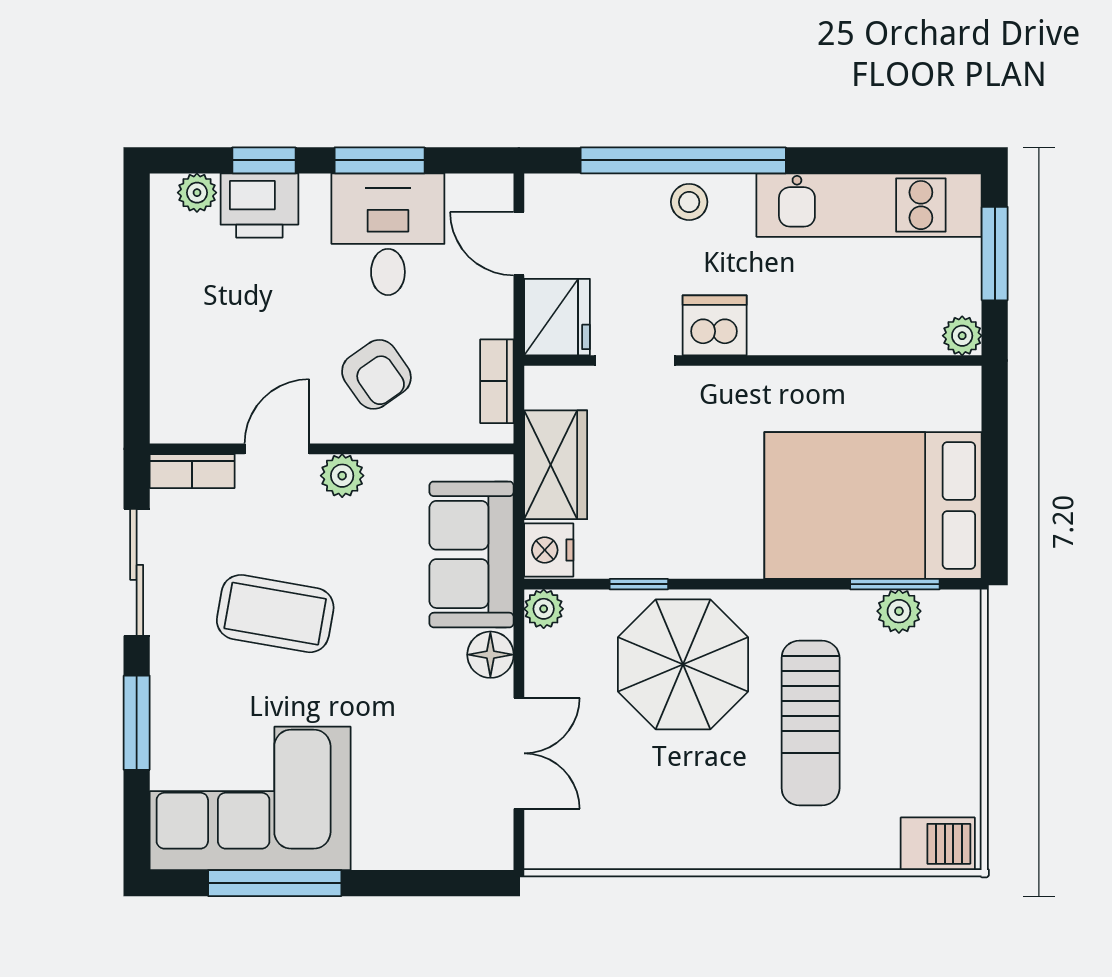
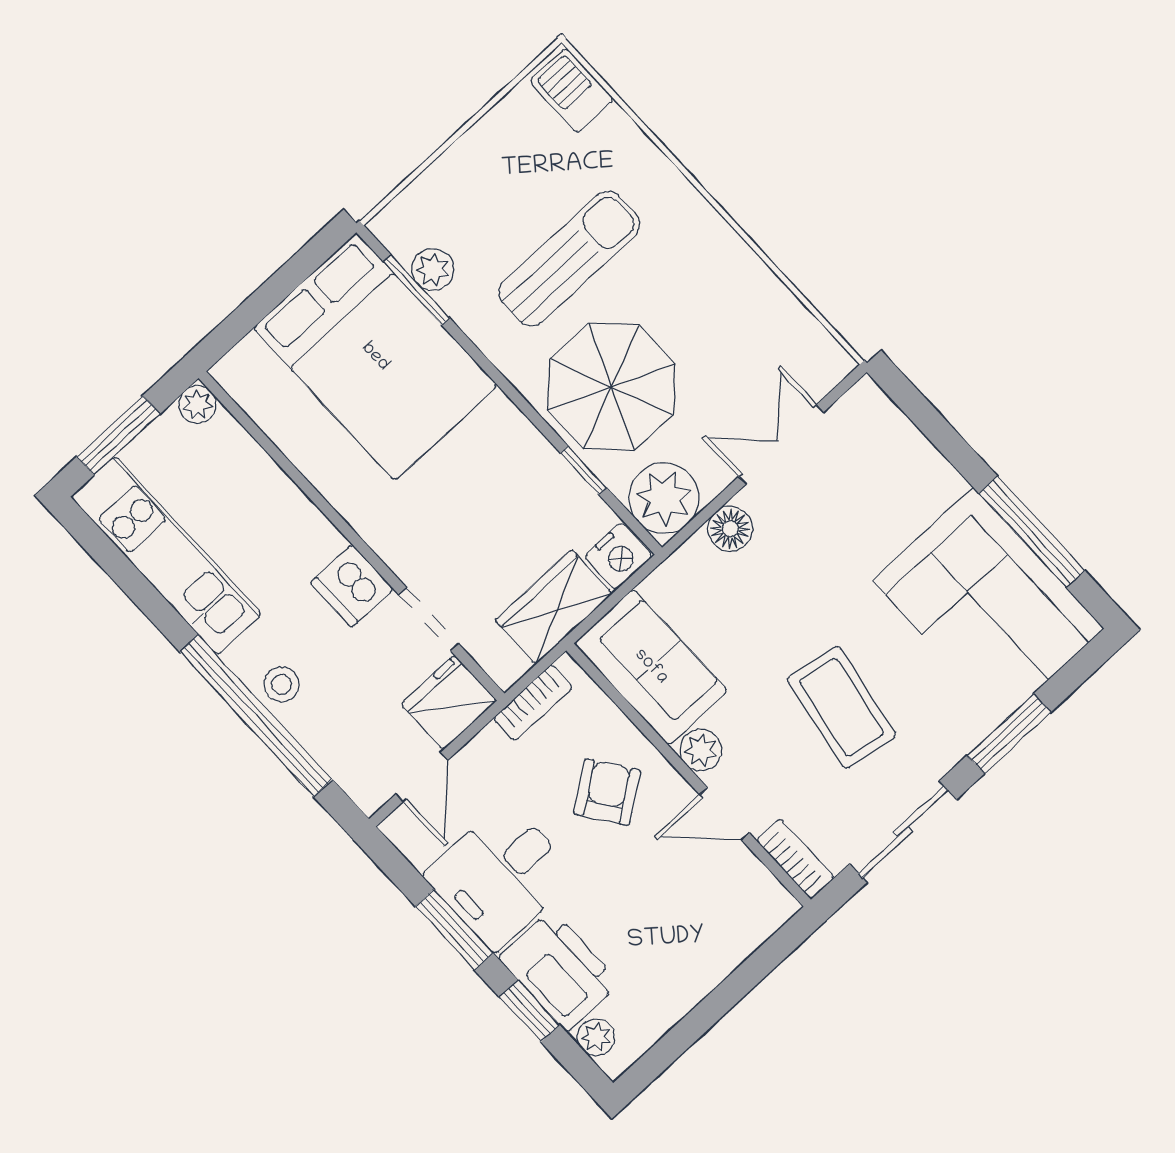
printer: (259, 205) -> (559, 971), width x1.37, depth x1.19
sofa: (472, 554) -> (651, 667), moved, turned -90
plant: (544, 609) -> (664, 498), width x1.87, depth x1.87

